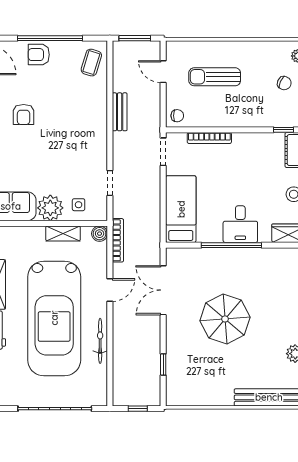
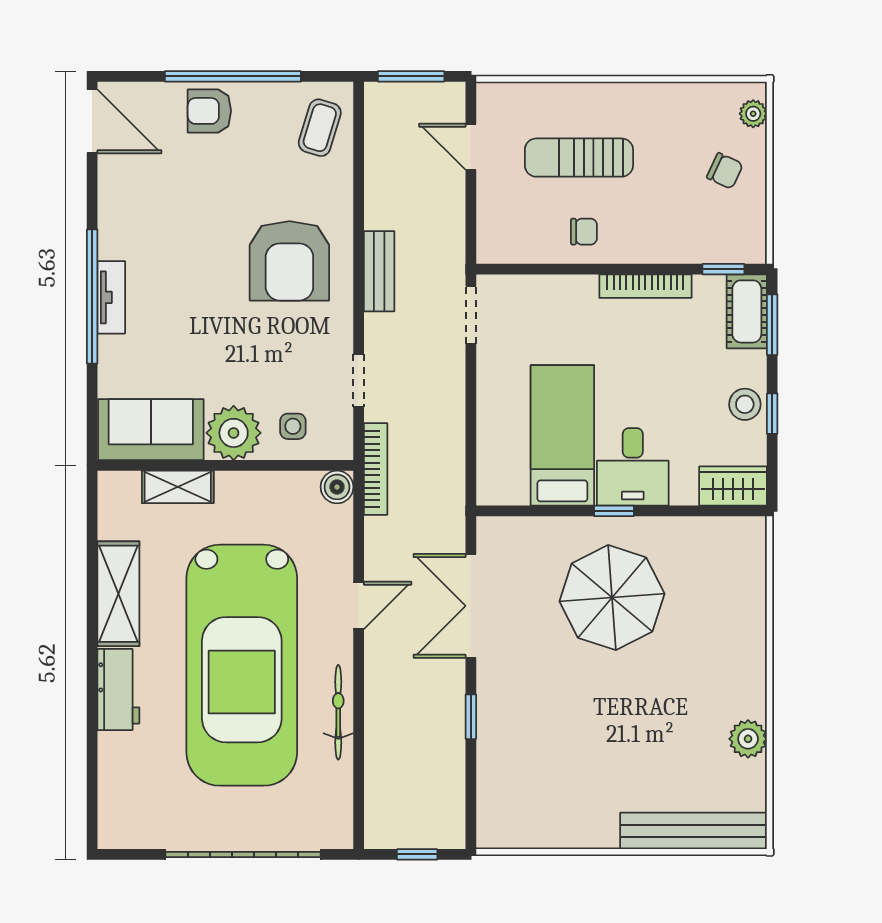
bench: (120, 112) -> (379, 271), moved
armchair: (24, 114) -> (289, 261), moved, width x1.88, depth x1.88
chair: (177, 116) -> (584, 232), moved
bookcase: (209, 138) -> (645, 286), moved
bed: (181, 209) -> (562, 435), moved
shelving: (63, 234) -> (178, 487), moved
bookcase: (118, 240) -> (376, 469), moved
window: (231, 245) -> (614, 511), width x0.32
parasol: (225, 319) -> (612, 598), moved
window: (163, 365) -> (471, 717), moved

